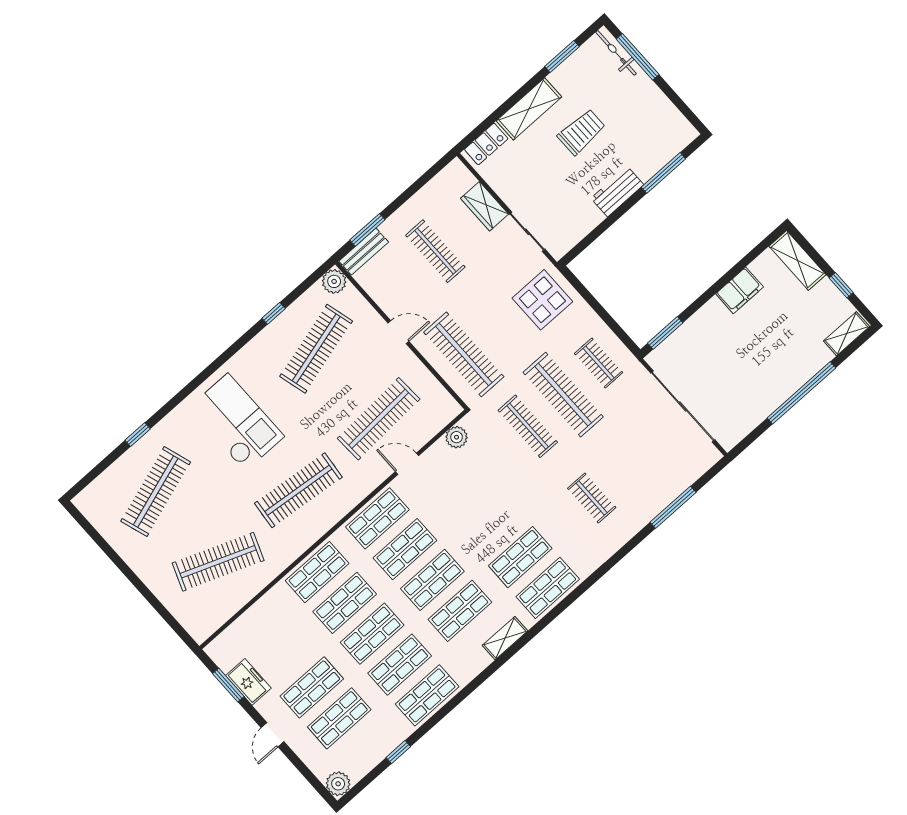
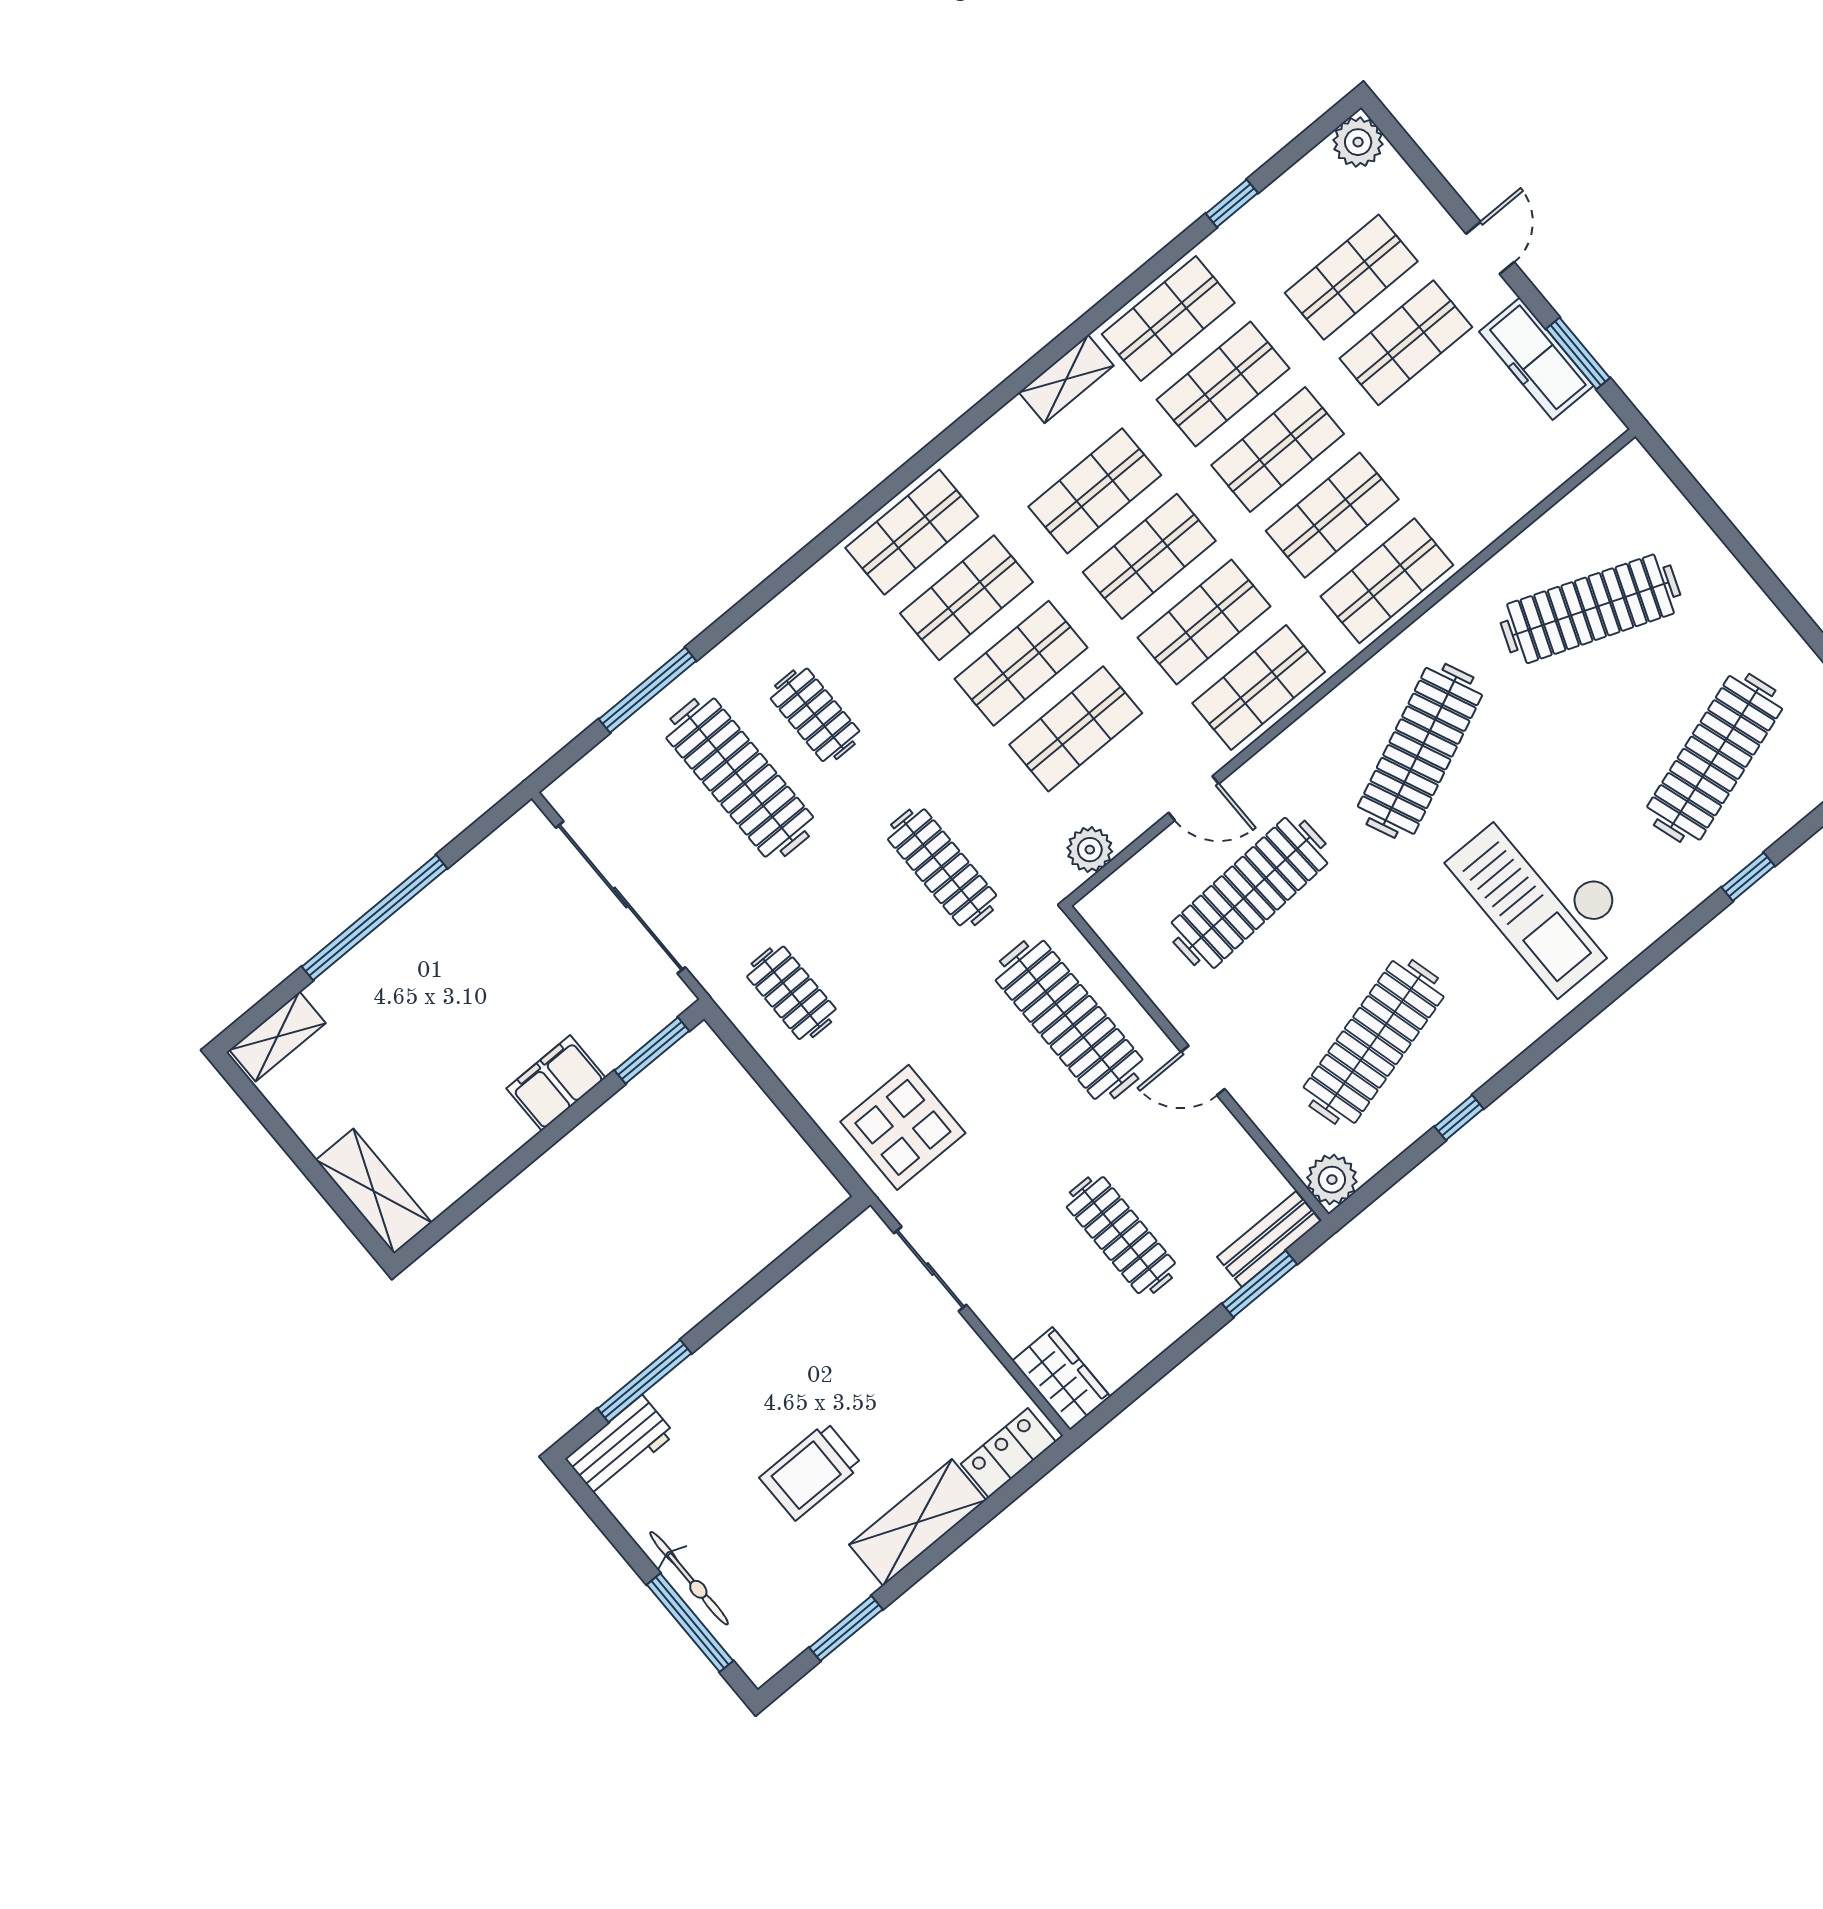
bicycle: (616, 53) -> (689, 1578), moved
workbench: (617, 192) -> (620, 1447), moved
wardrobe: (484, 206) -> (1061, 1379), moved
window: (841, 285) -> (285, 1137), removed
filing cabinet: (740, 290) -> (556, 1083), moved
clothes rail: (563, 395) -> (740, 778), moved
clothes rail: (298, 490) -> (1420, 751), turned -30
shop shelf: (465, 495) -> (1076, 729), added
shop shelf: (493, 526) -> (1021, 663), added
shelving: (505, 638) -> (1066, 379), moved
freezer: (248, 682) -> (1536, 359), width x1.40

